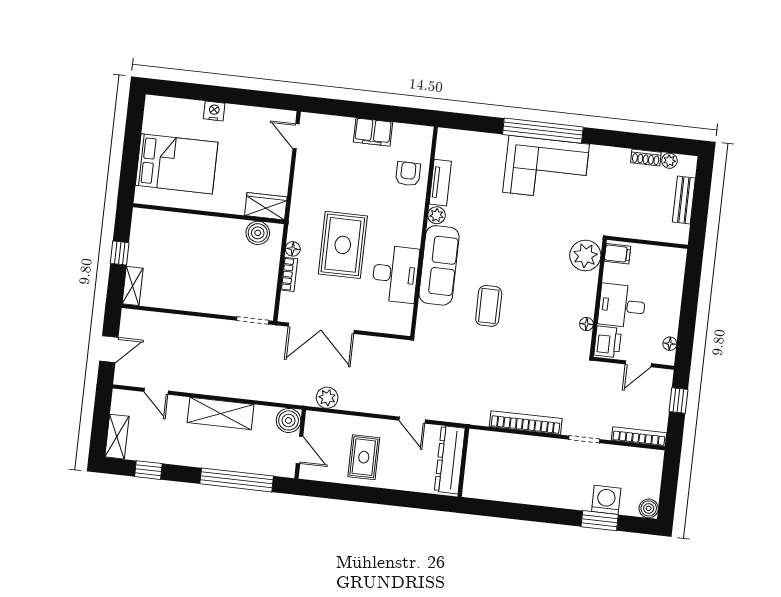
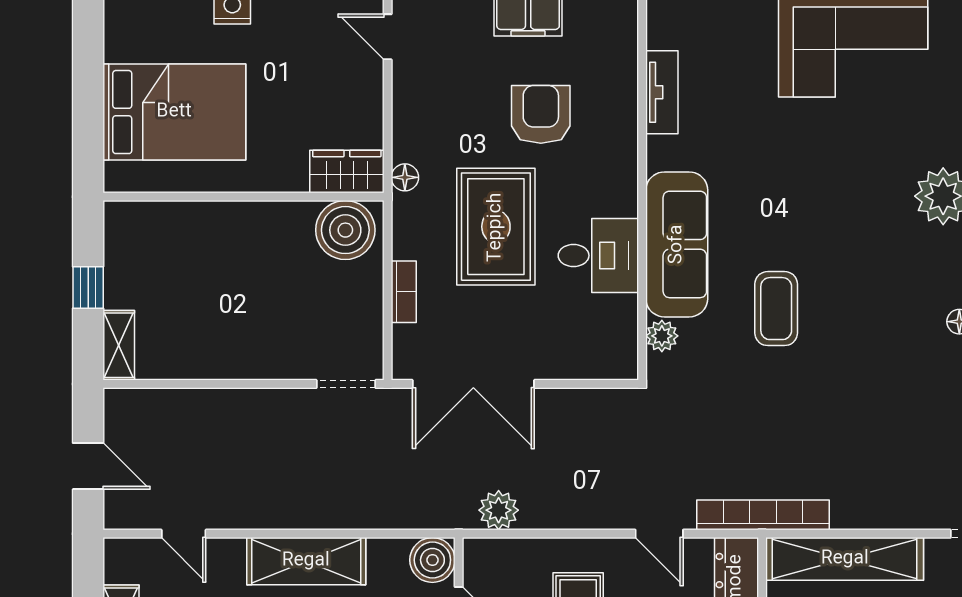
armchair: (408, 174) -> (541, 114), moved, width x1.38, depth x1.38
plant: (437, 215) -> (662, 336), moved
boiler: (258, 233) -> (345, 230), width x1.37, depth x1.37
floor lamp: (293, 249) -> (405, 177), moved
desk: (395, 274) -> (598, 256), width x0.73
door: (109, 349) -> (88, 466), hinge flipped
bookcase: (526, 423) -> (763, 515), moved
shelving: (510, 445) -> (845, 559), added

